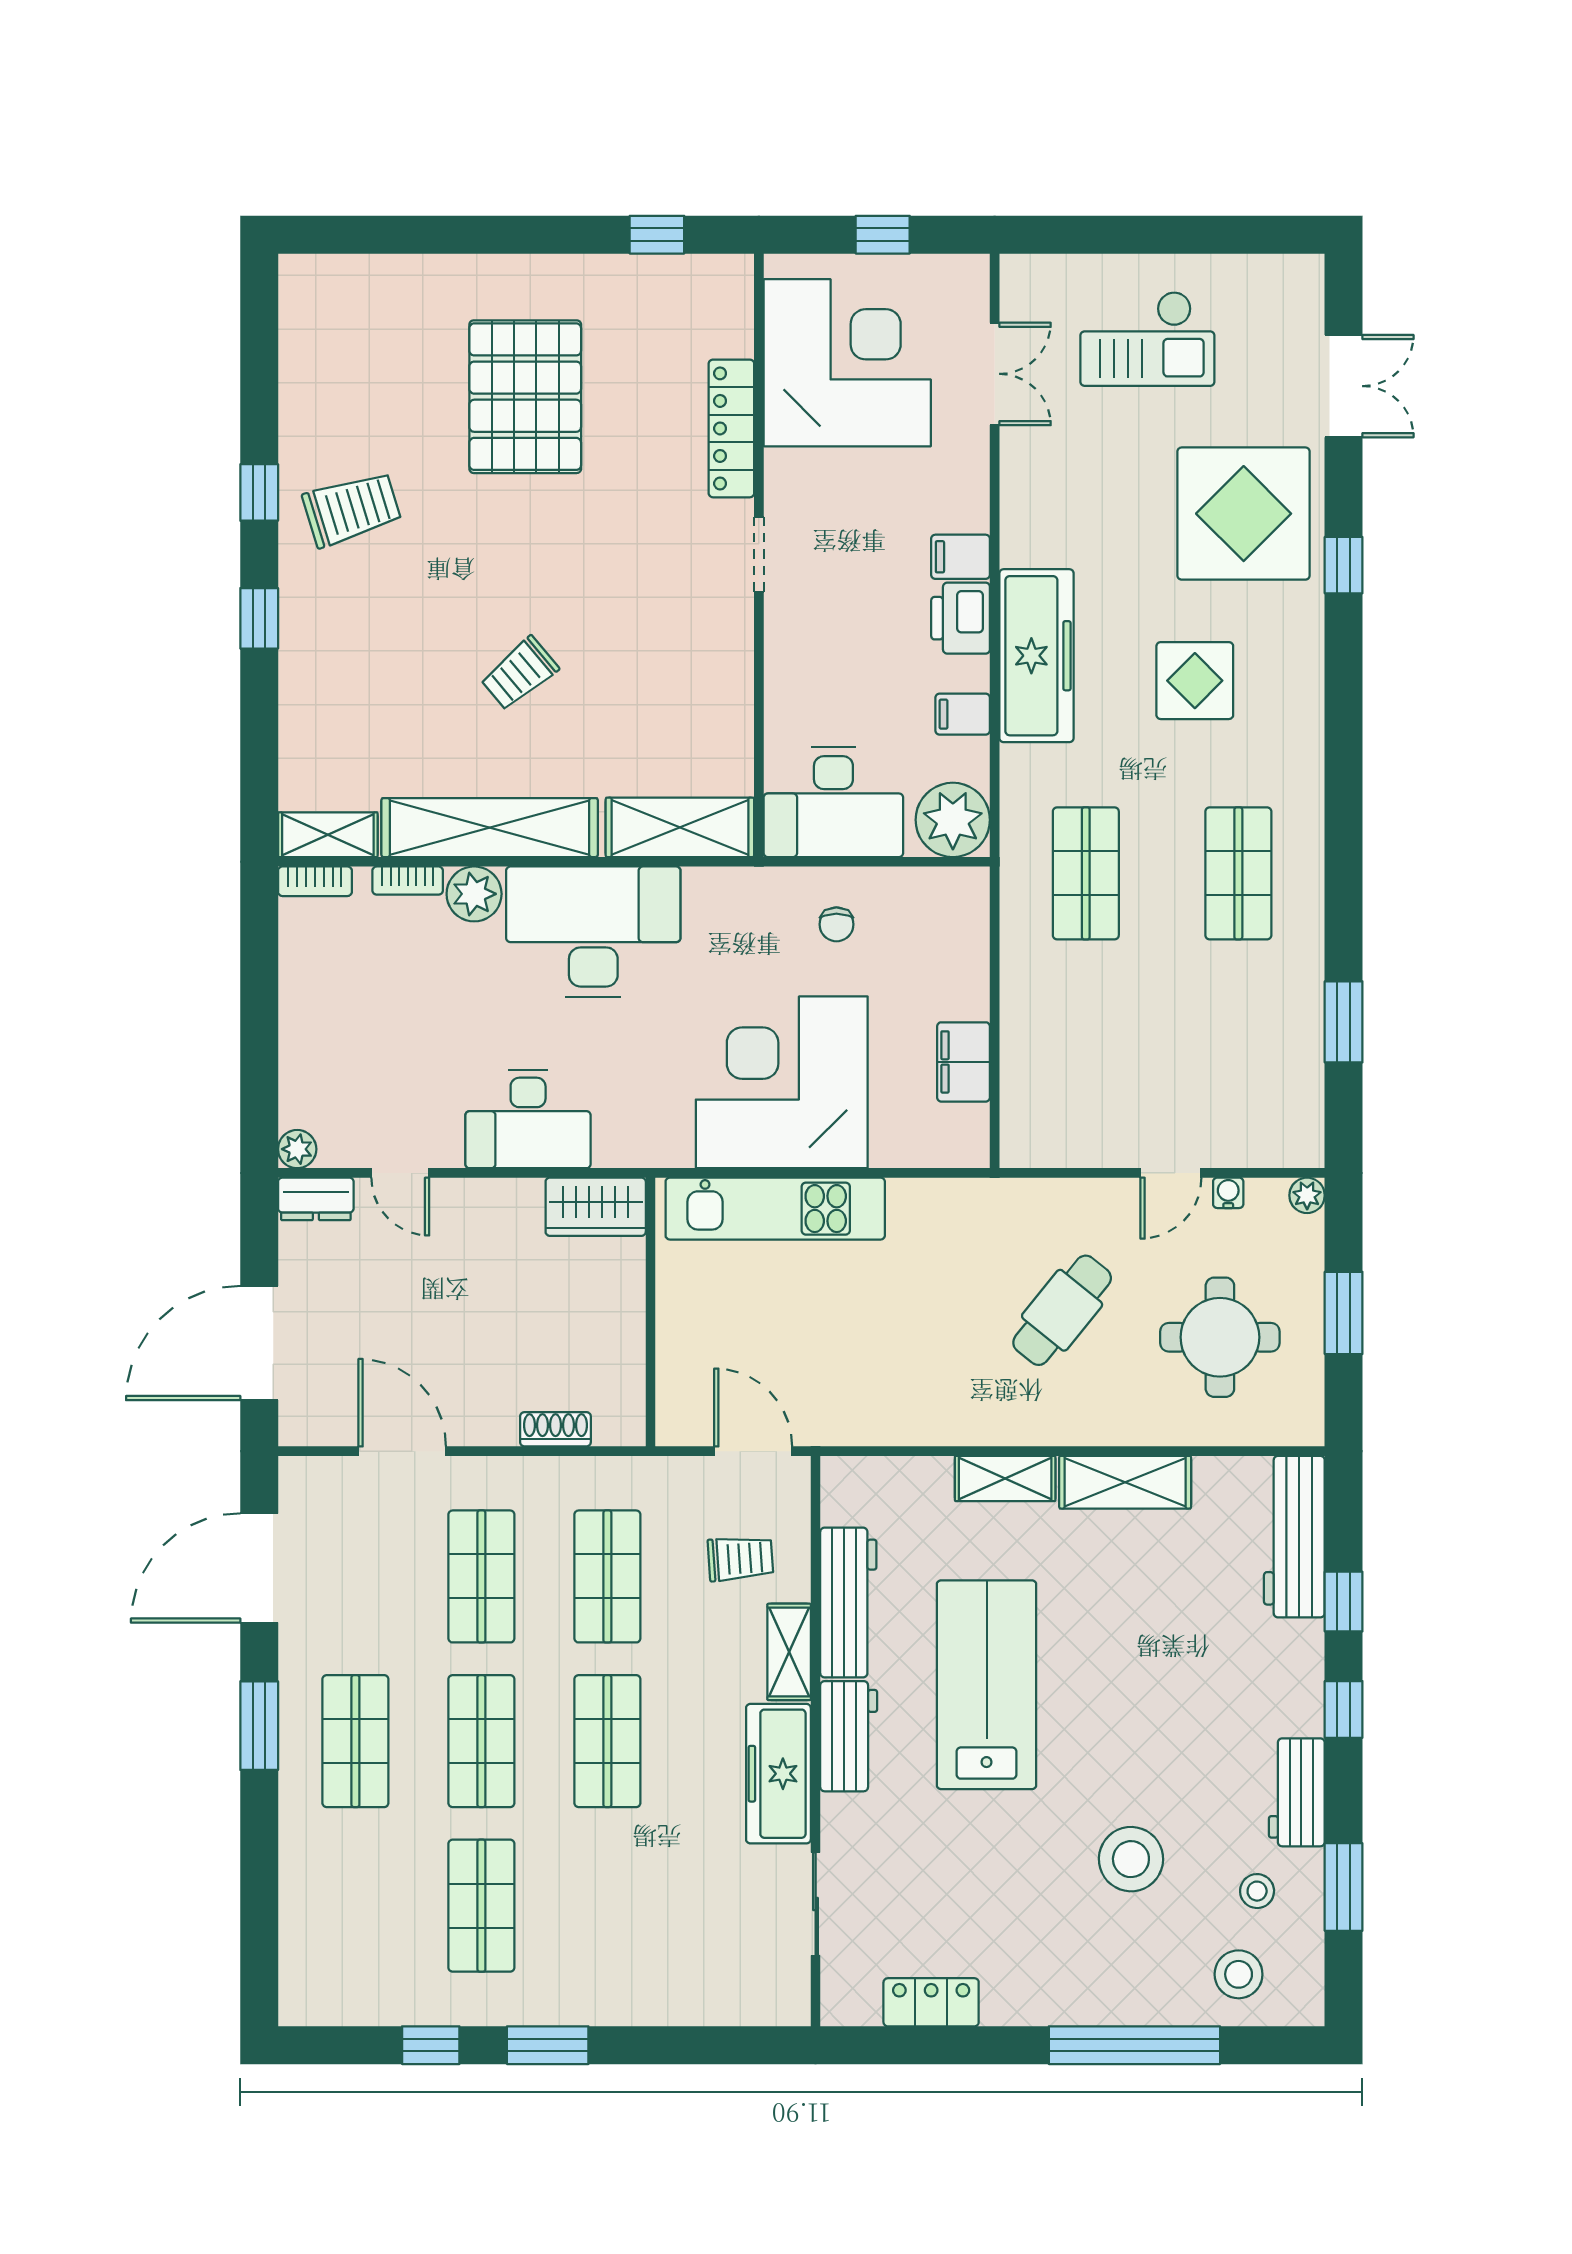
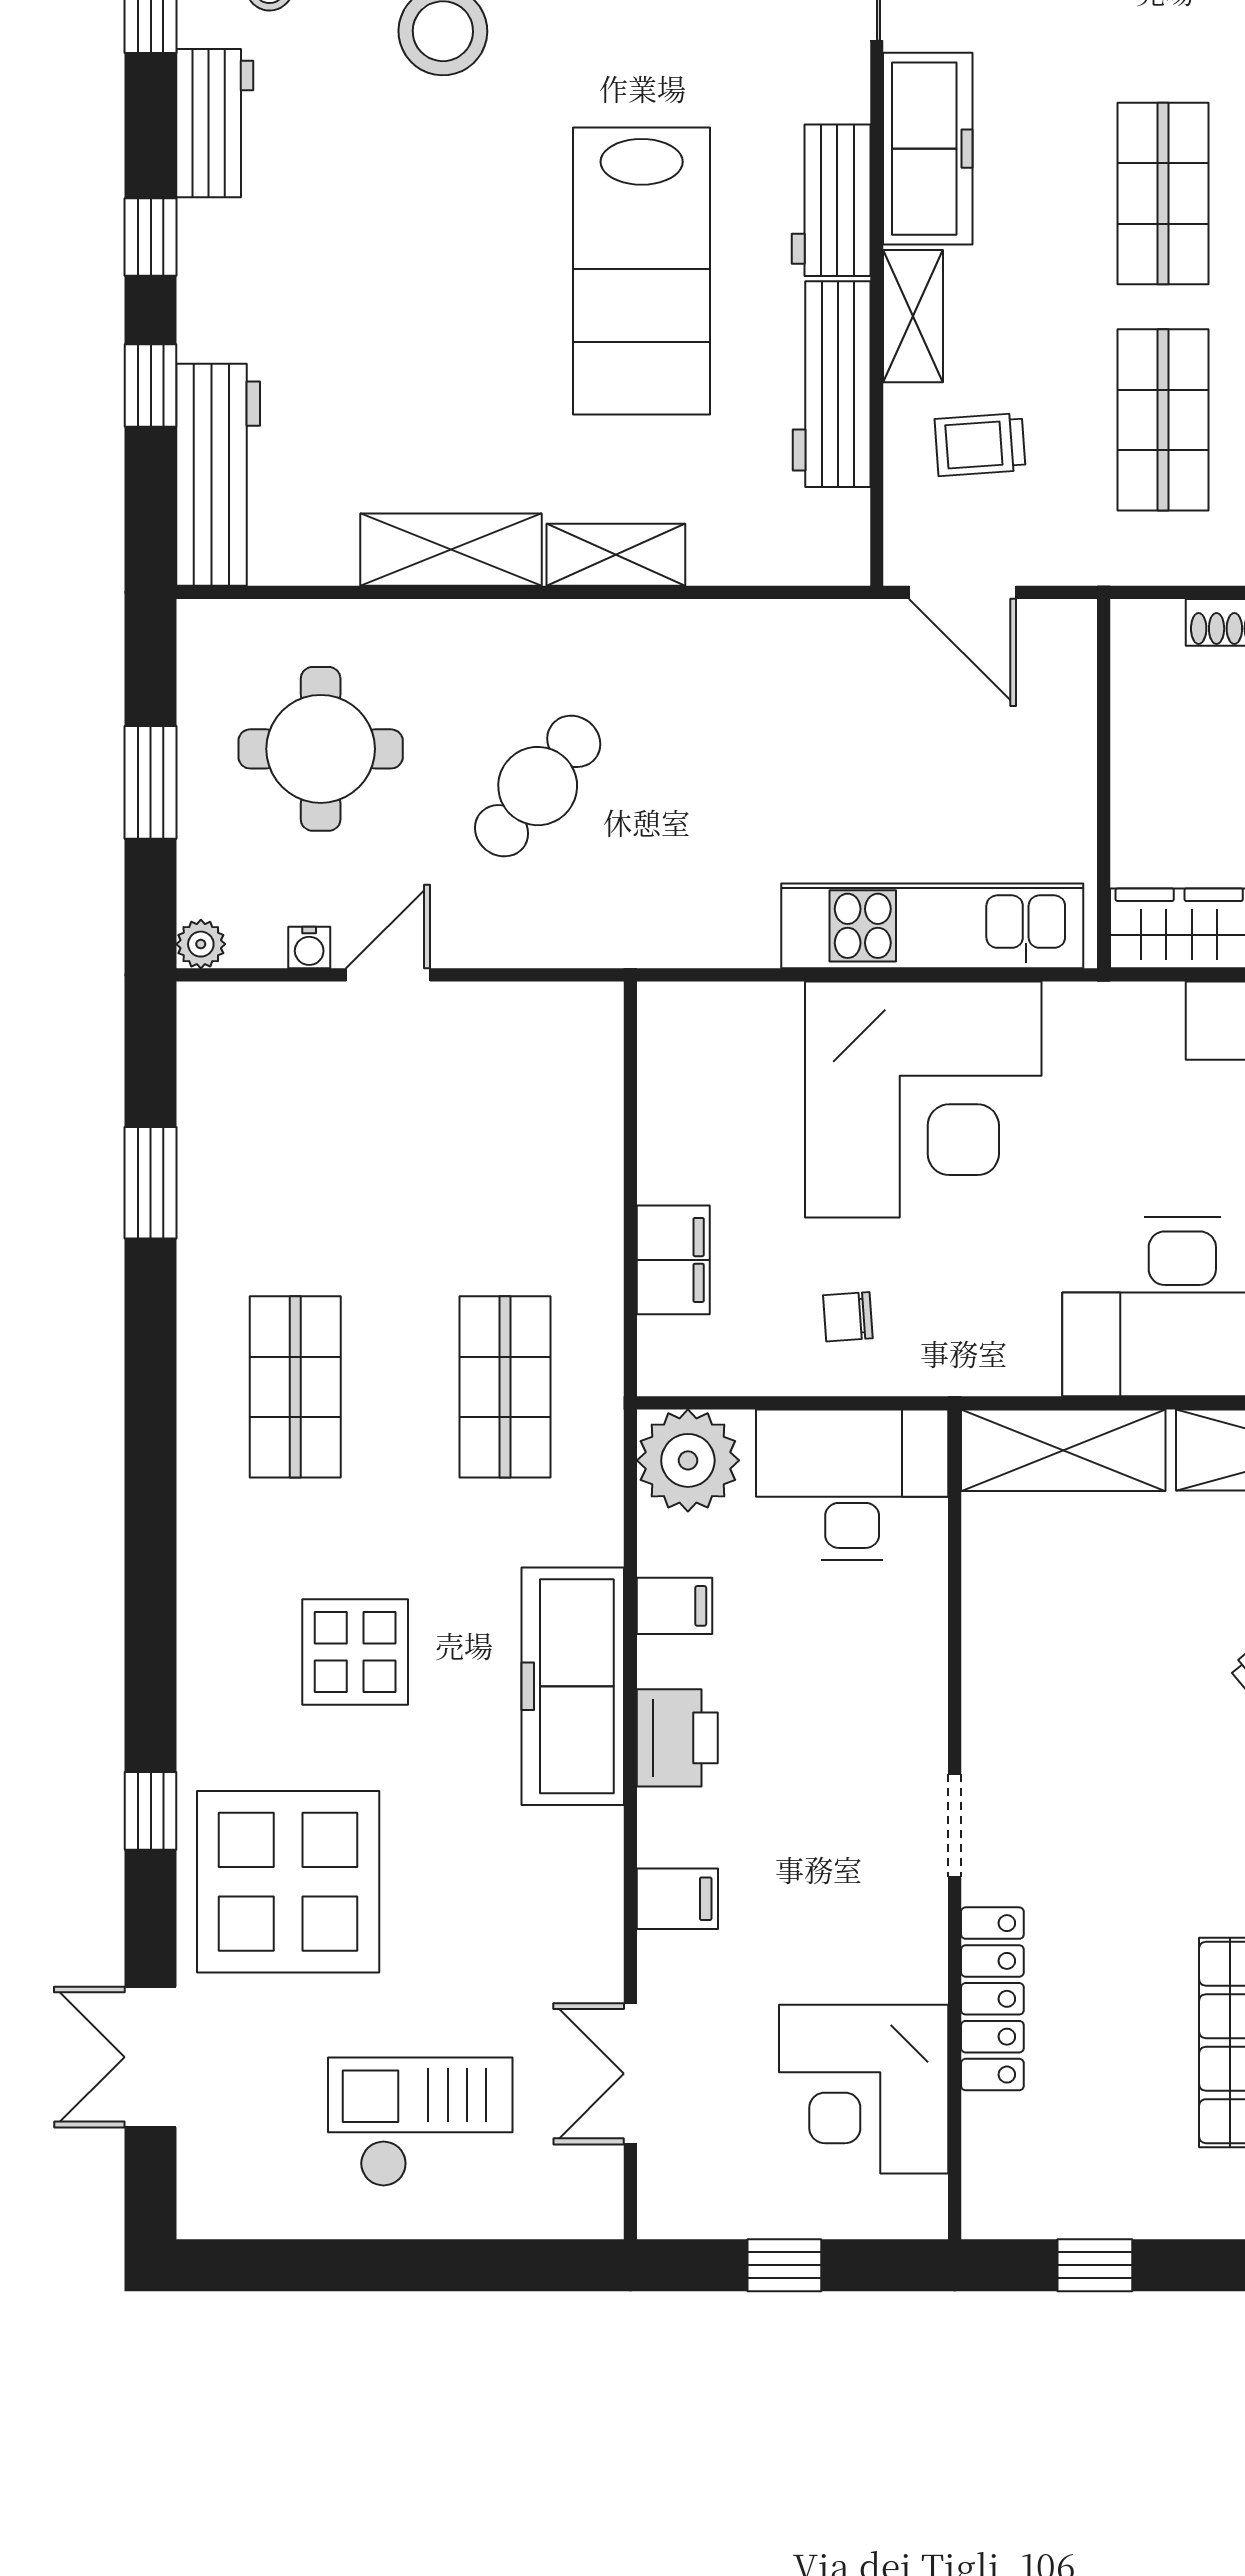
corner desk: (847, 363) -> (864, 2089), width x0.74, depth x0.74
filing cabinet: (961, 557) -> (677, 1899), moved
chair: (836, 924) -> (848, 1317), turned -94
filing cabinet: (964, 1062) -> (673, 1260), moved

